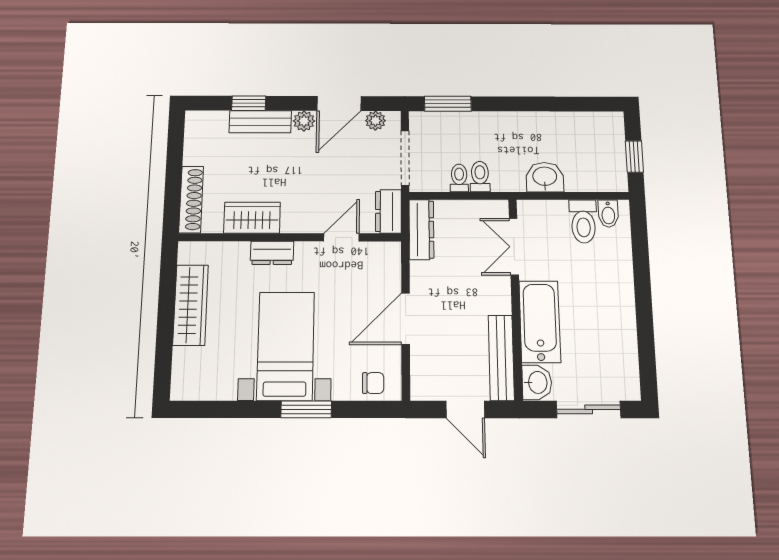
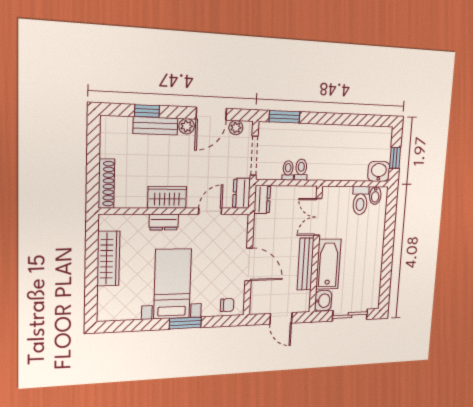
washbasin: (545, 177) -> (379, 171), moved
wardrobe: (252, 218) -> (167, 197), moved
dresser: (421, 230) -> (262, 200), width x0.70
door: (406, 319) -> (249, 264), swing flipped
bench: (501, 358) -> (306, 264), moved

